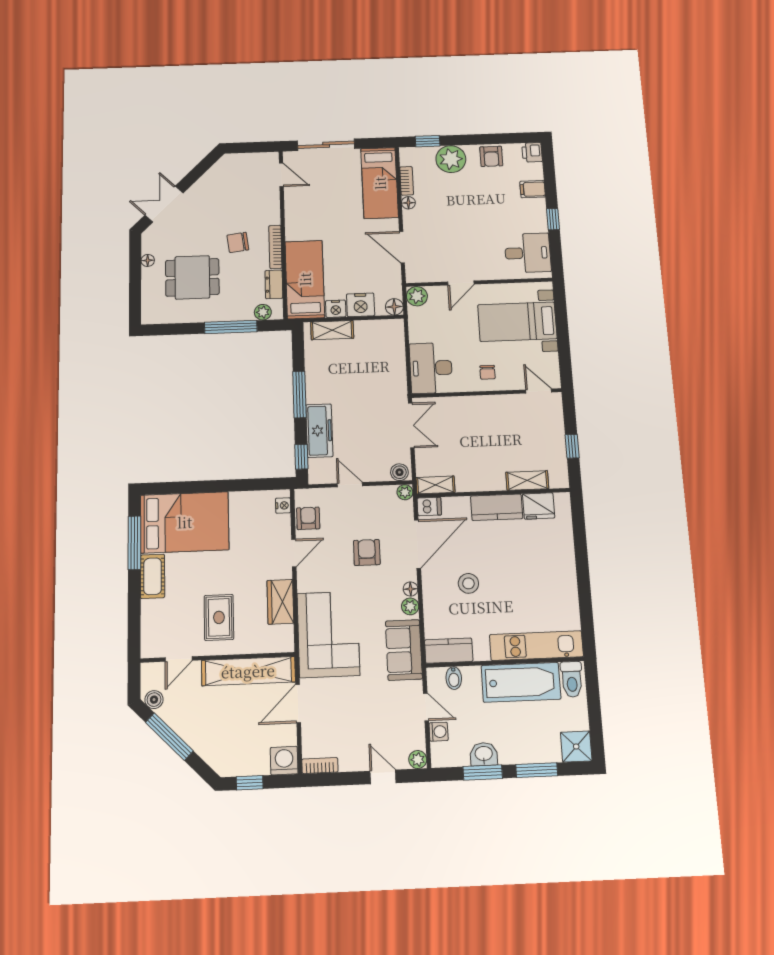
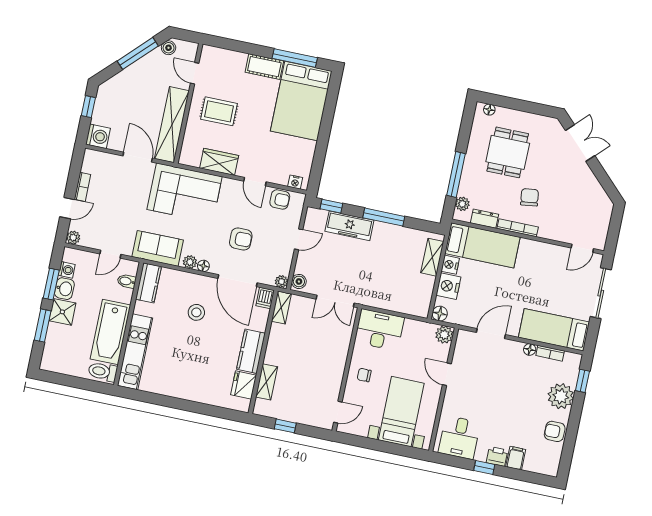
printer: (532, 152) -> (497, 456), moved
floor lamp: (148, 260) -> (489, 110), moved
washing machine: (439, 732) -> (67, 270), moved, turned -90
shower: (576, 747) -> (62, 312), moved
bookcase: (320, 766) -> (82, 187), moved

